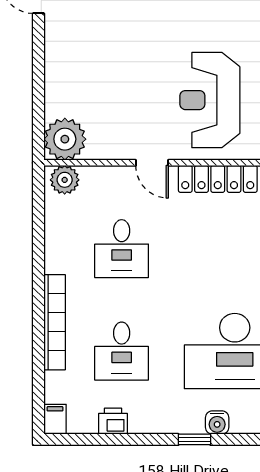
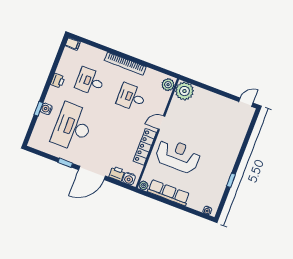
bookcase: (55, 322) -> (125, 64), moved
printer: (113, 421) -> (58, 81), moved
window: (194, 439) -> (38, 109), moved

